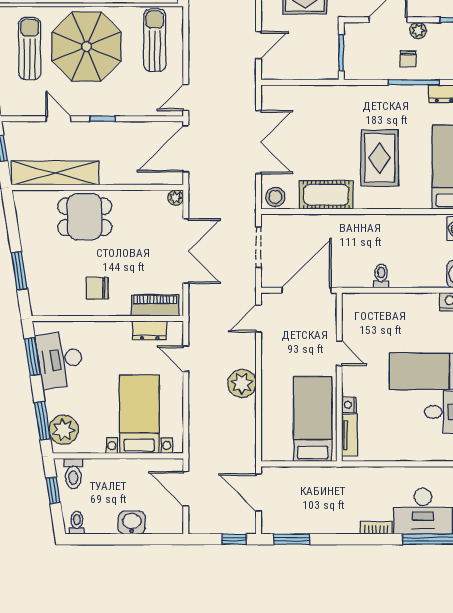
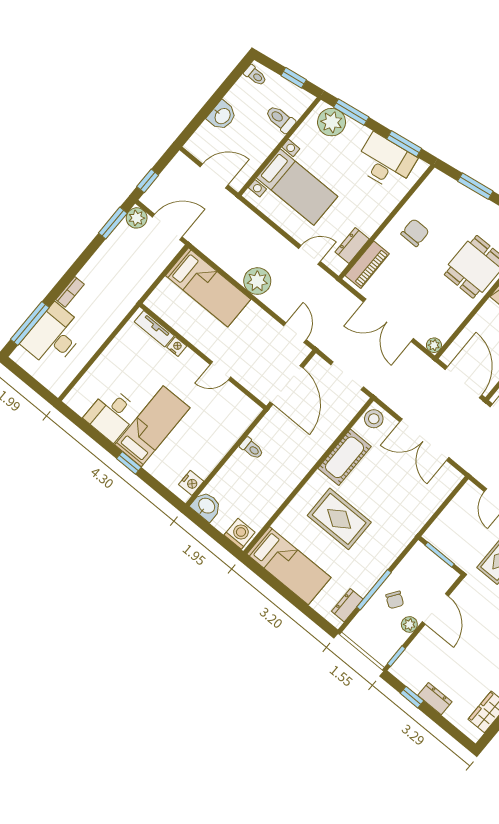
chair: (408, 59) -> (395, 600), turned -145
bed: (313, 419) -> (208, 287), moved
toilet: (73, 473) -> (280, 119), moved
plant: (272, 523) -> (137, 218), added

